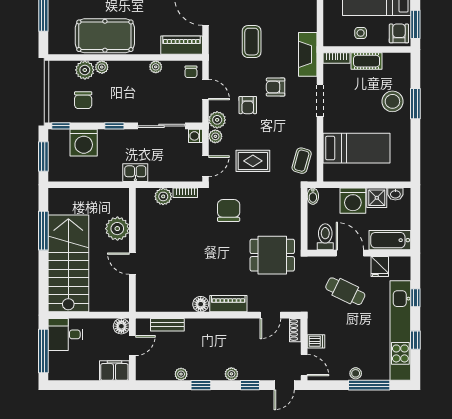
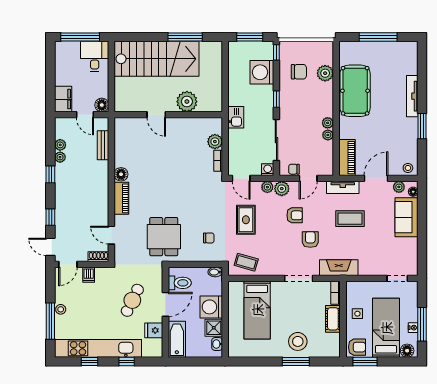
tv unit: (216, 50) -> (343, 187), added
plant: (102, 67) -> (328, 123), moved
chair: (191, 72) -> (294, 169), moved
chair: (83, 100) -> (299, 72), turned 180
armchair: (248, 105) -> (295, 215), turned 180
chair: (229, 211) -> (209, 238), moved, width x0.54, depth x0.54
door: (132, 264) -> (156, 115), swing flipped
plant: (231, 374) -> (60, 145), moved

